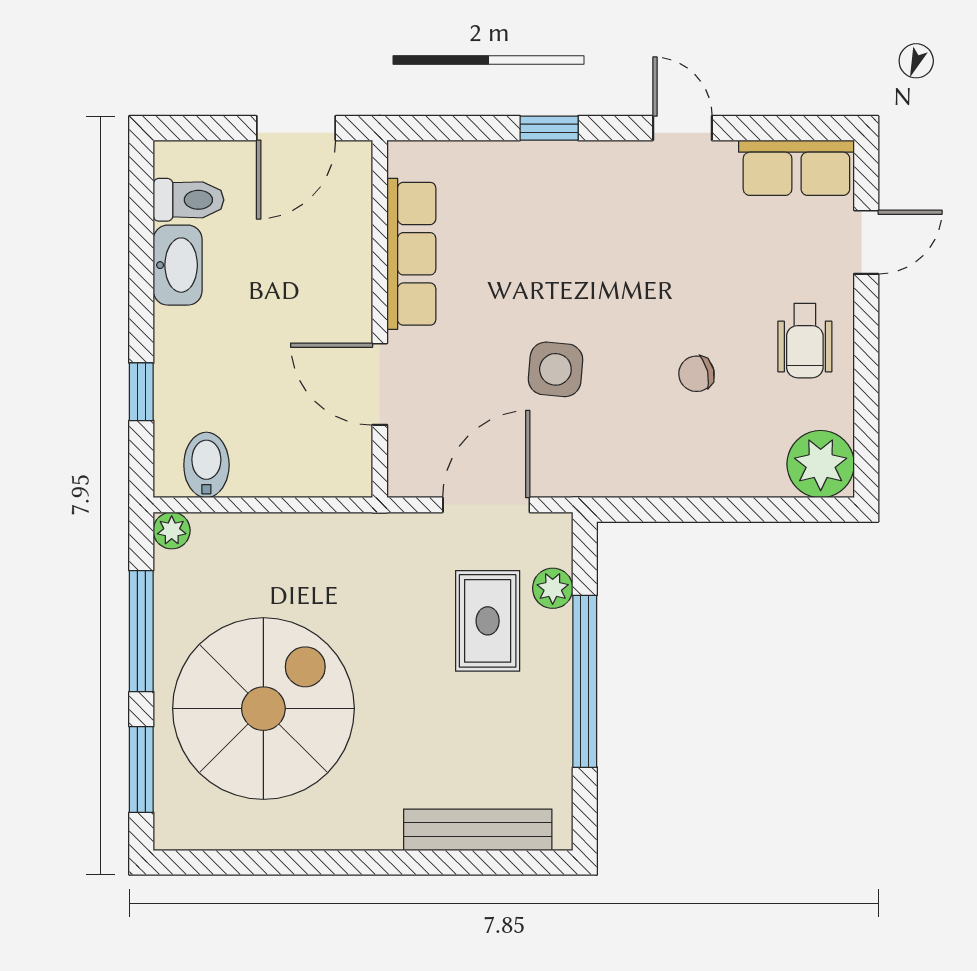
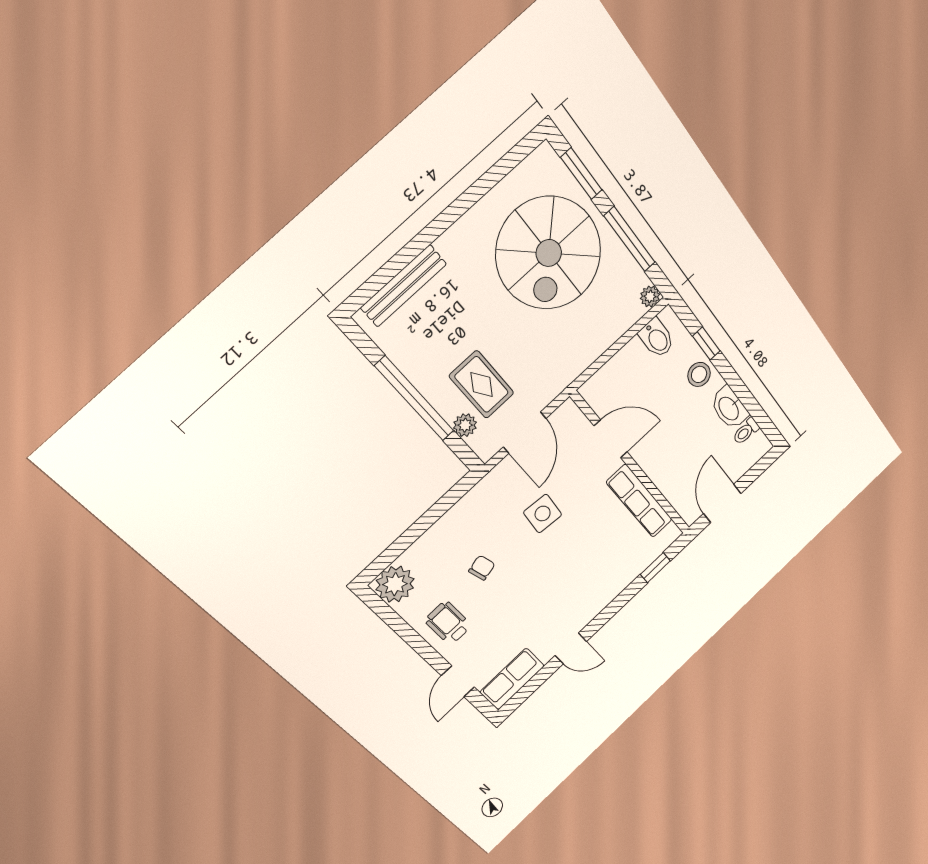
window: (549, 128) -> (655, 568), moved
toilet: (189, 200) -> (746, 431), width x0.73, depth x0.72
stool: (185, 357) -> (699, 374), added

